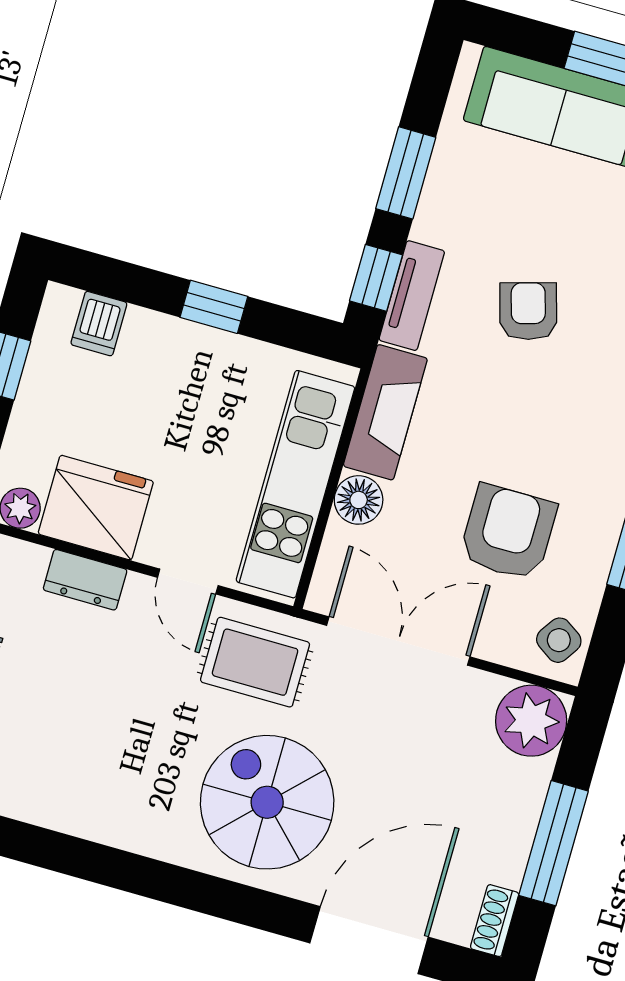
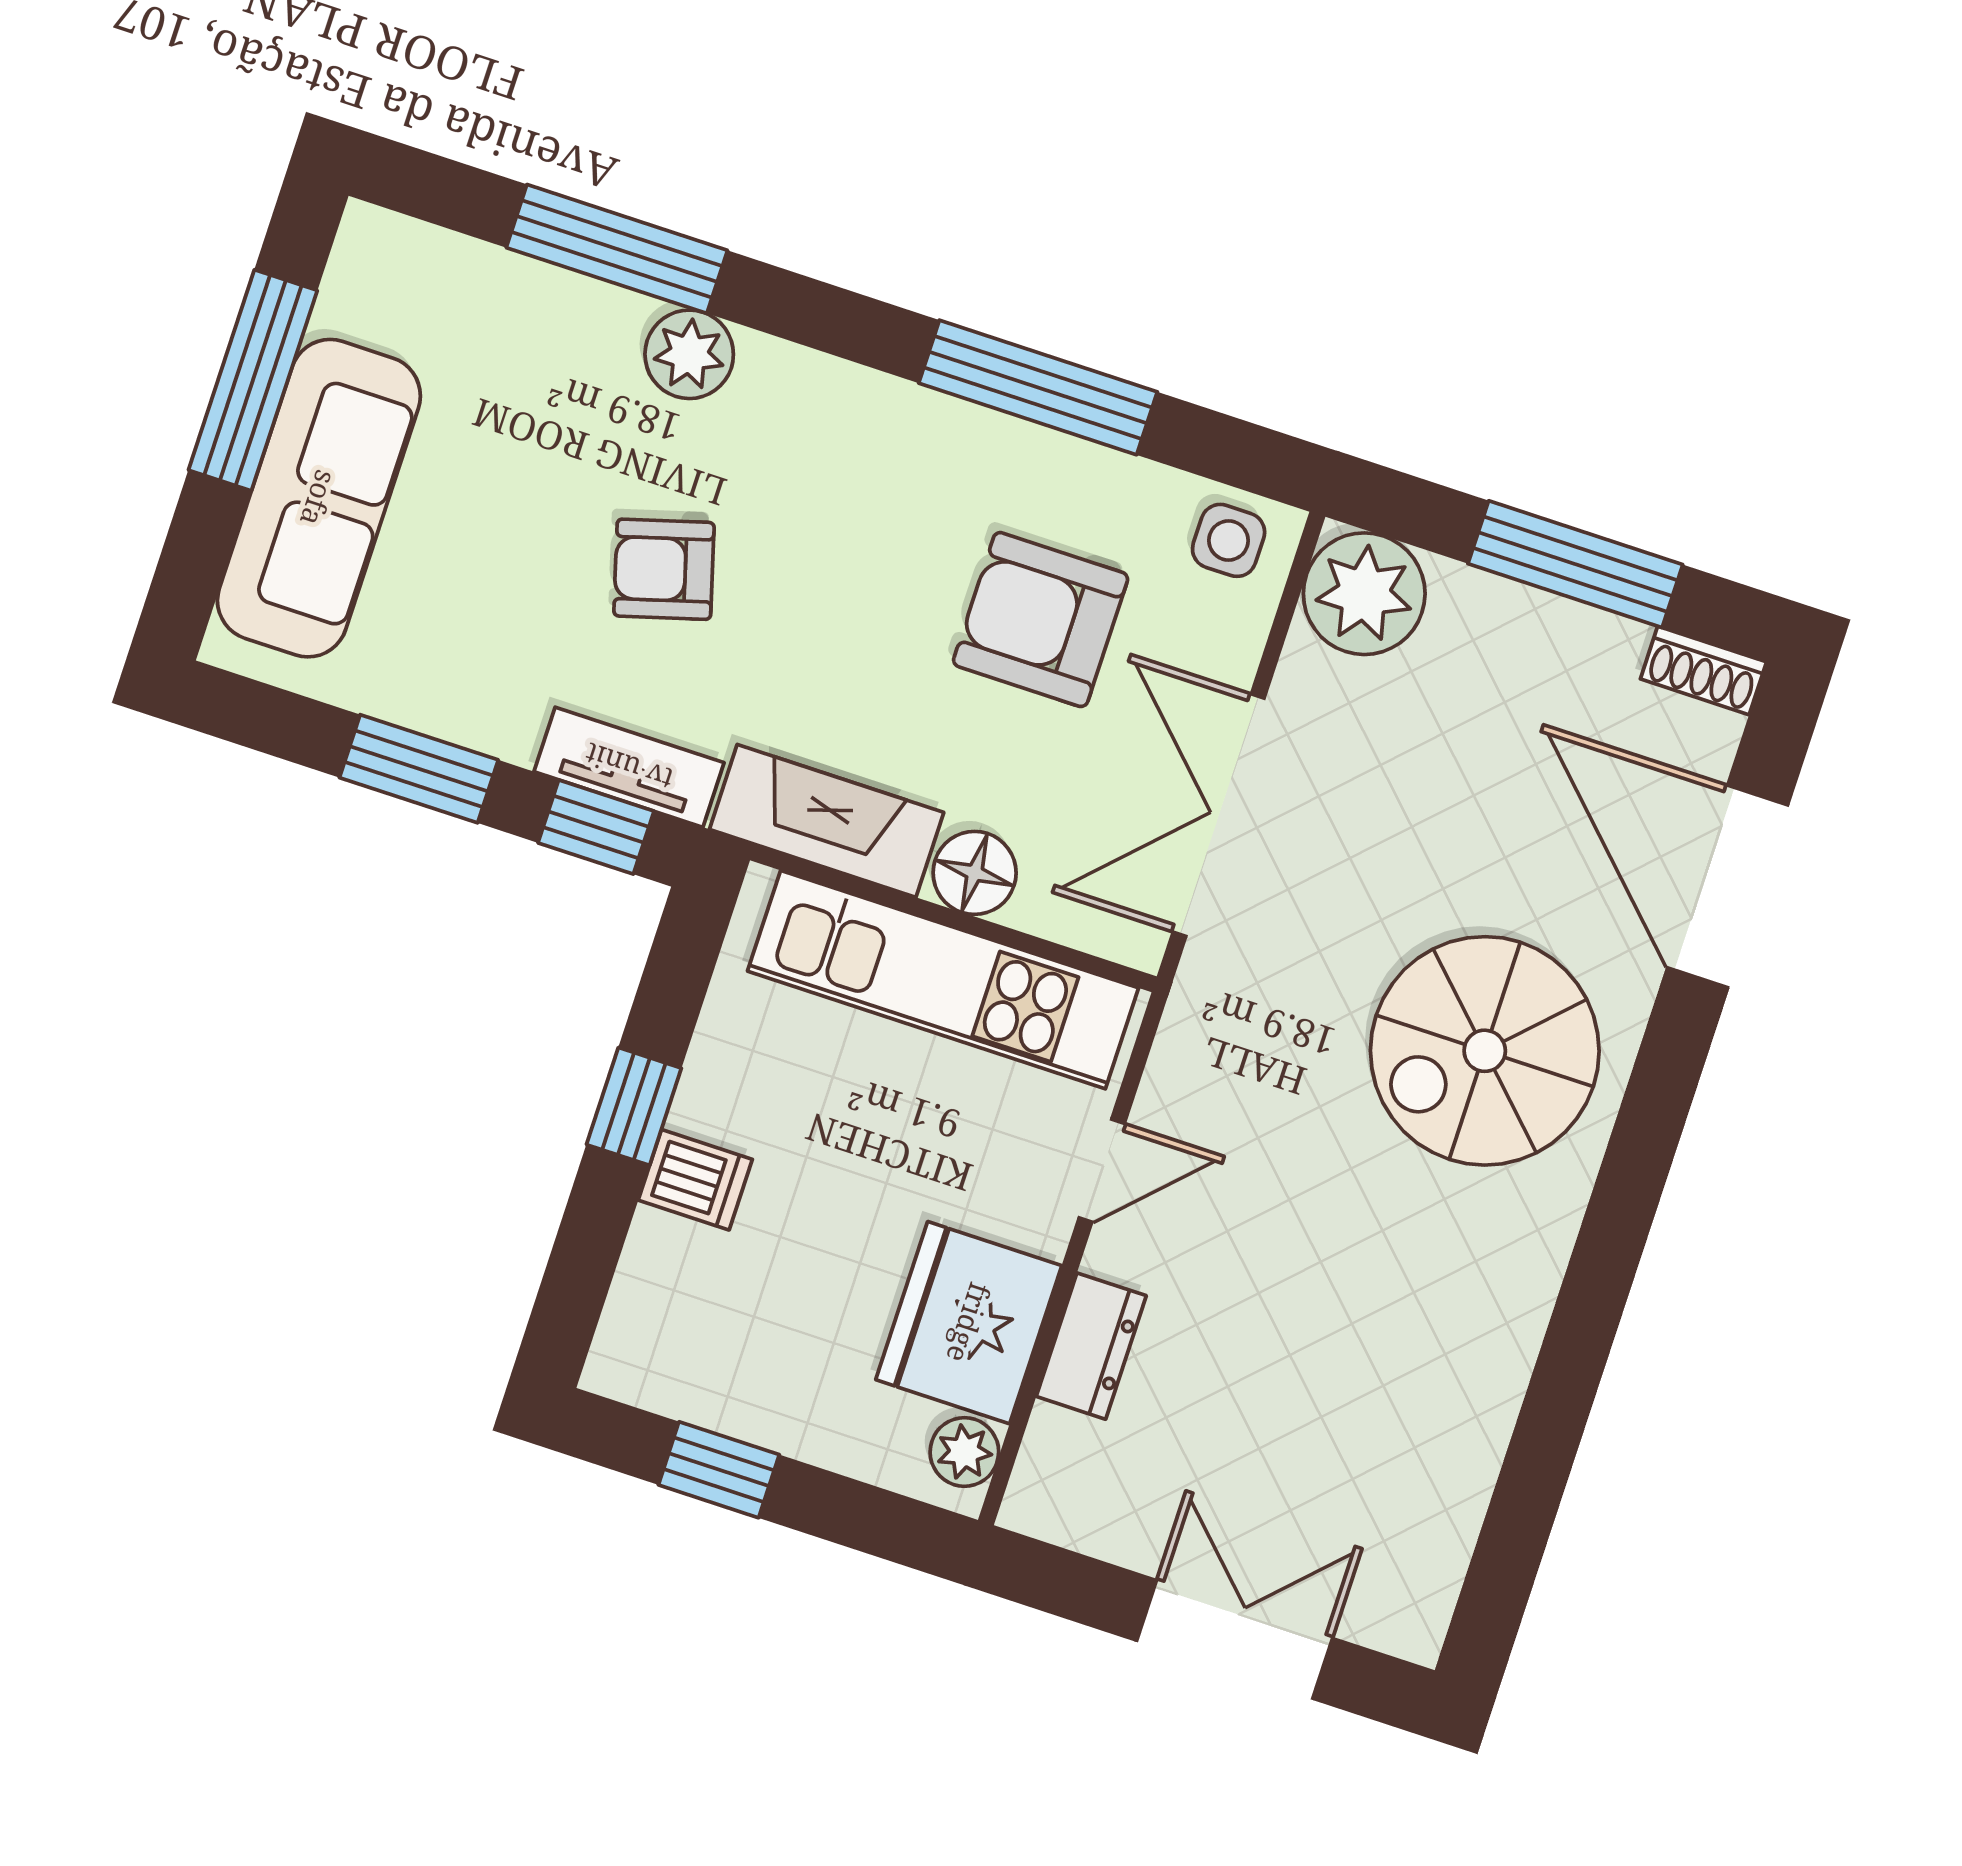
dishwasher: (99, 324) -> (695, 1180), moved
side table: (559, 640) -> (1229, 540), turned -34
rug: (255, 662) -> (1244, 1061), removed

